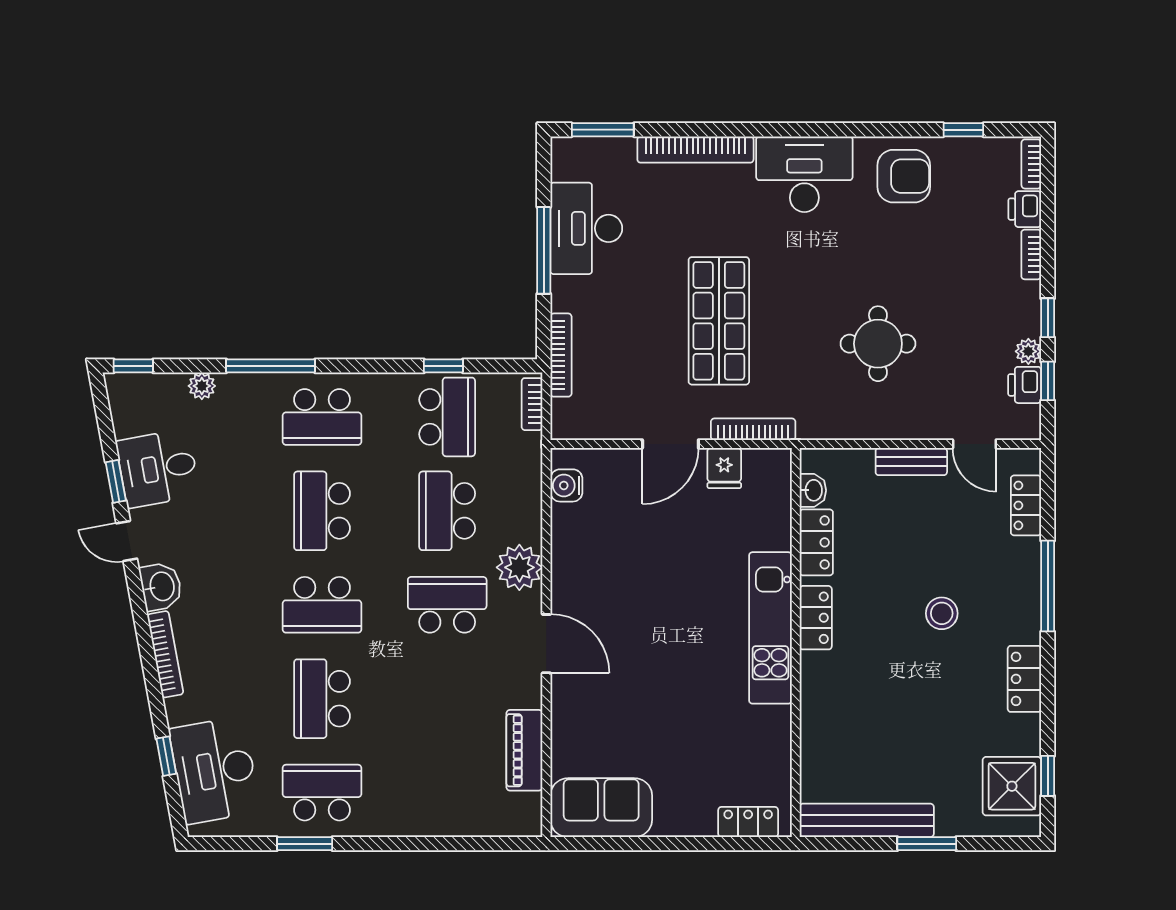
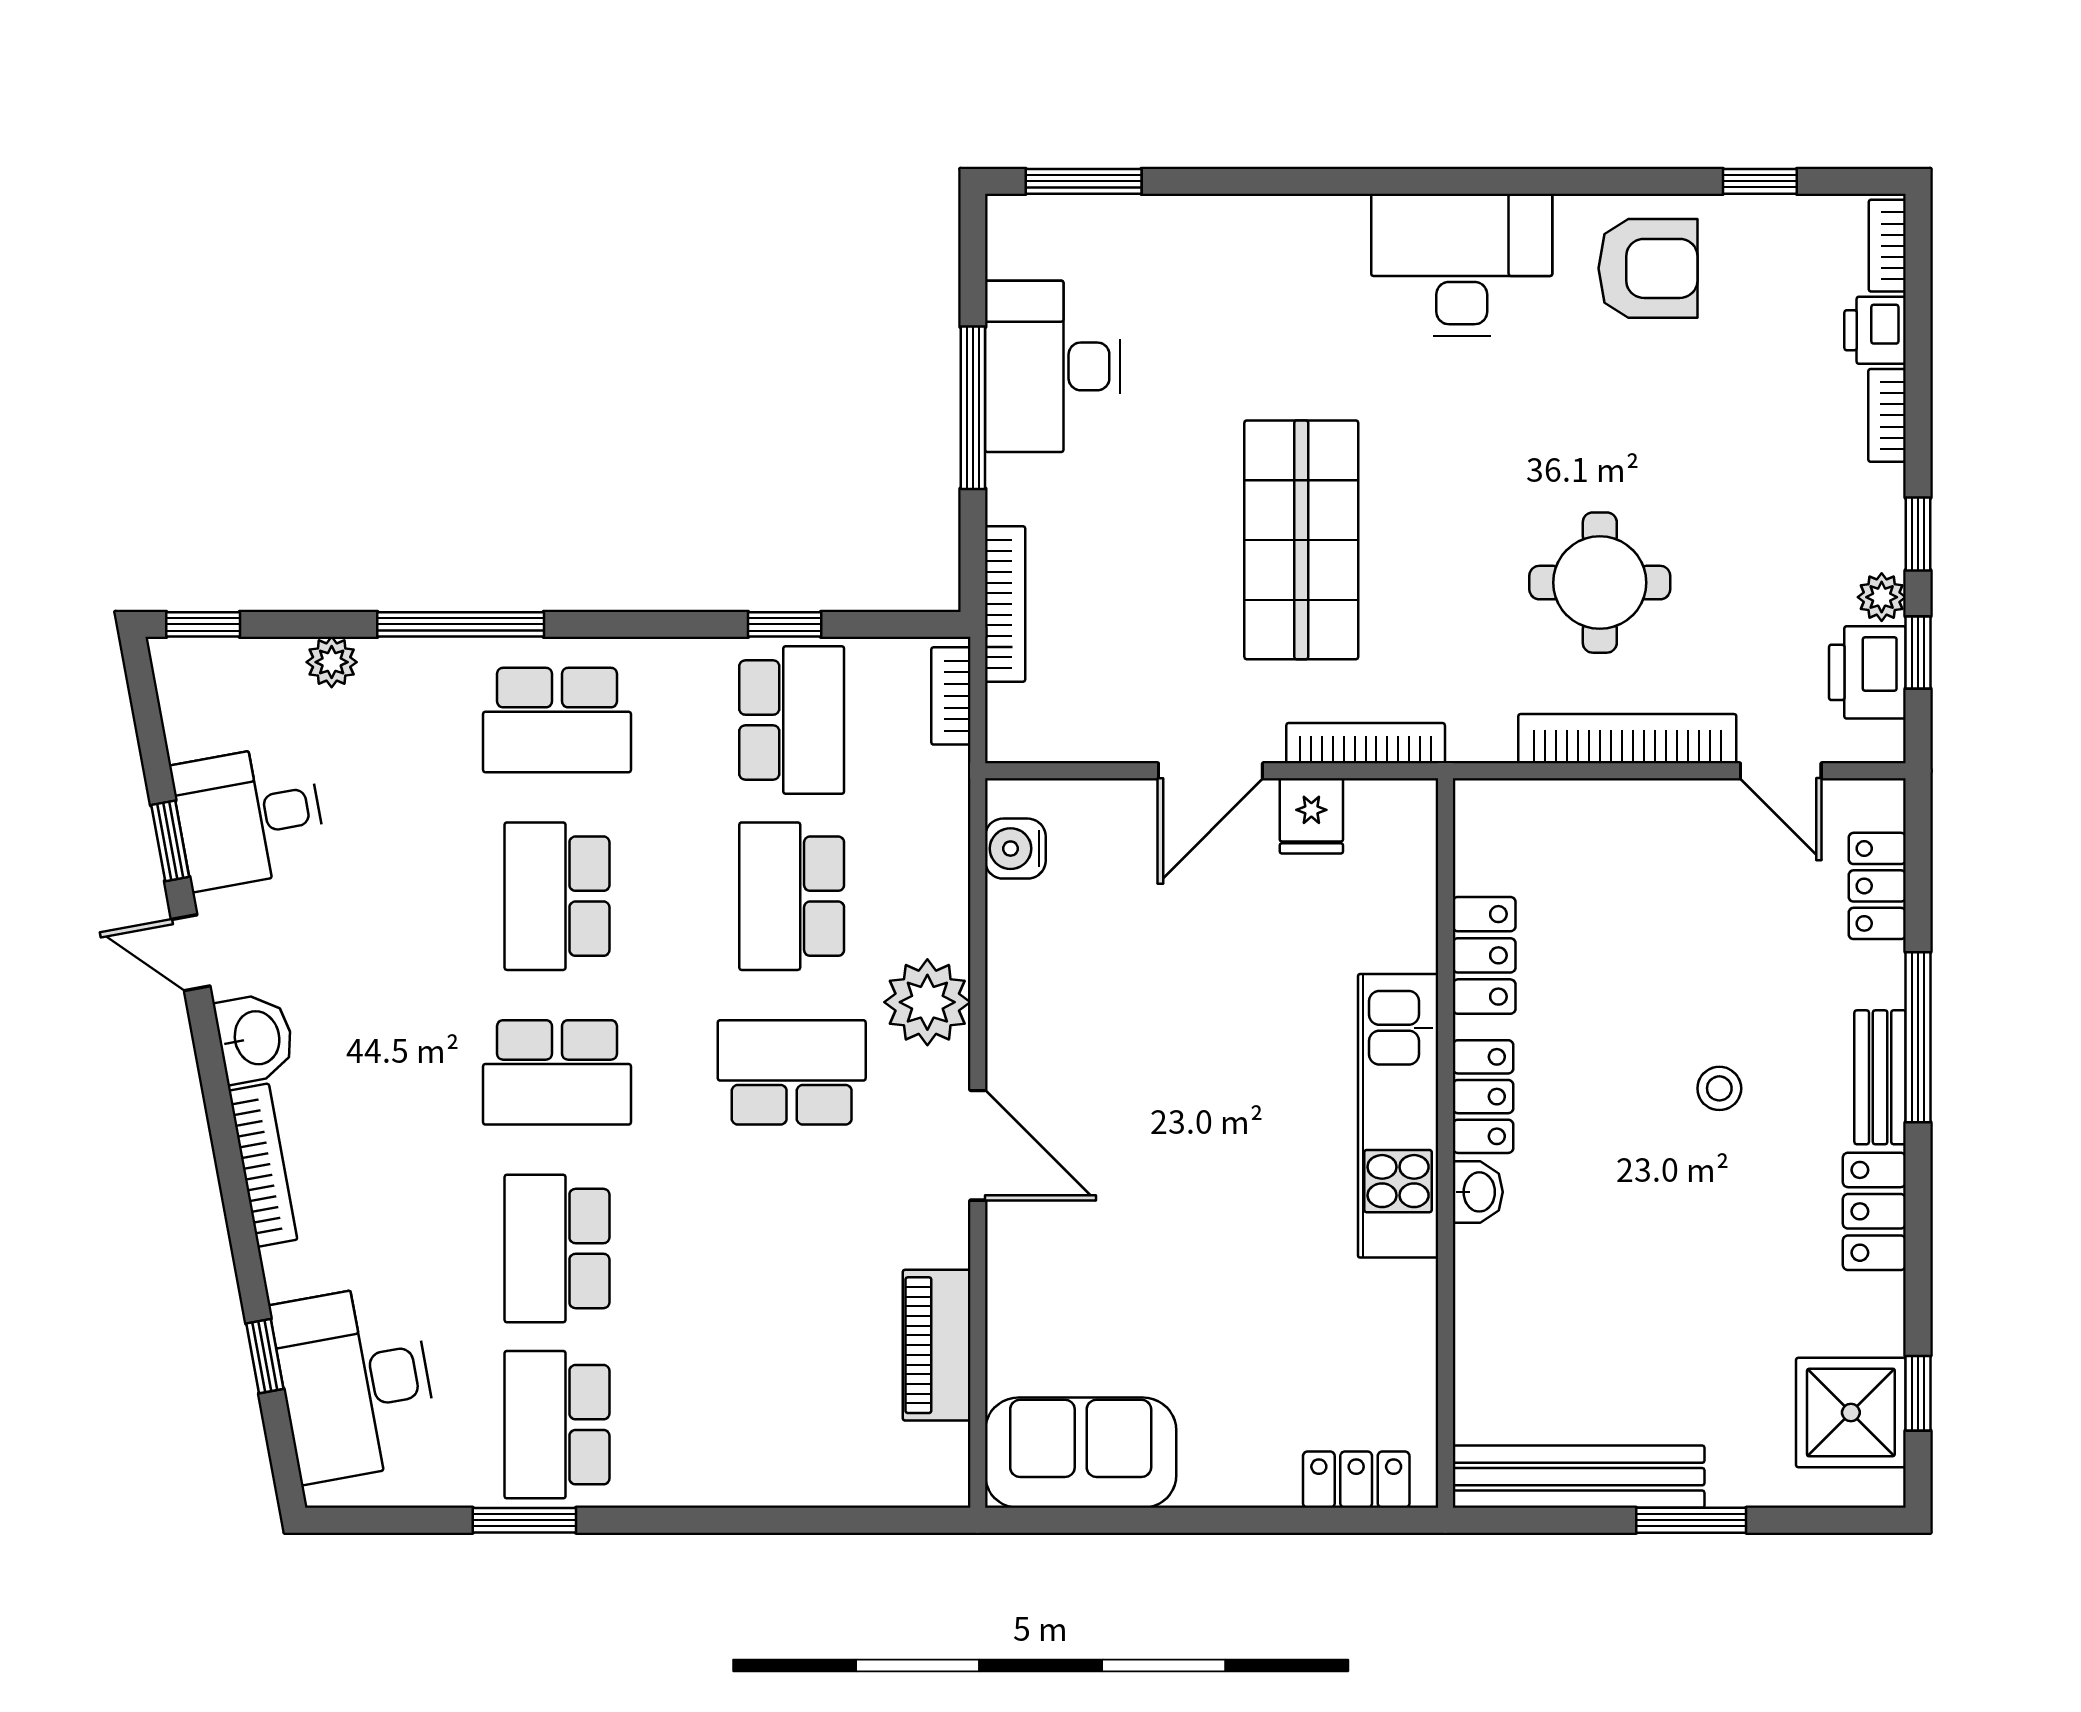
bookcase: (695, 149) -> (1627, 739), moved, turned 180
printer: (1025, 385) -> (1867, 672), width x1.36, depth x1.24
bench: (911, 462) -> (1880, 1077), moved, turned 90
washbasin: (813, 490) -> (1478, 1192), moved
stool: (942, 613) -> (1719, 1088), width x0.73, depth x0.73
school desk: (322, 793) -> (557, 1425), turned -90

